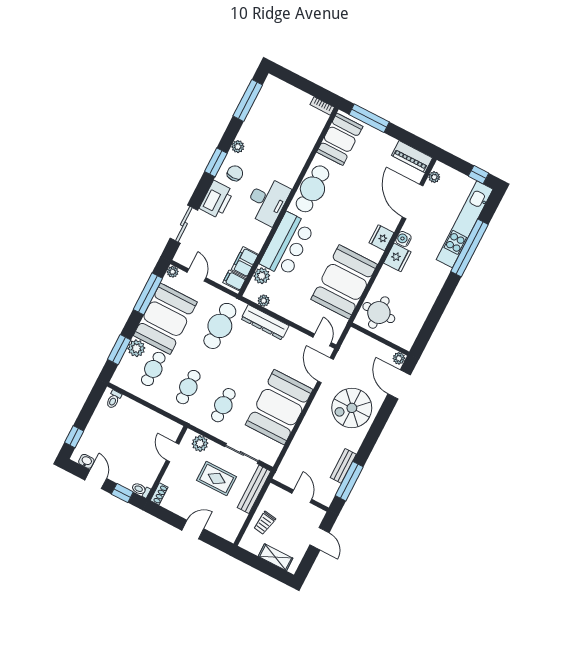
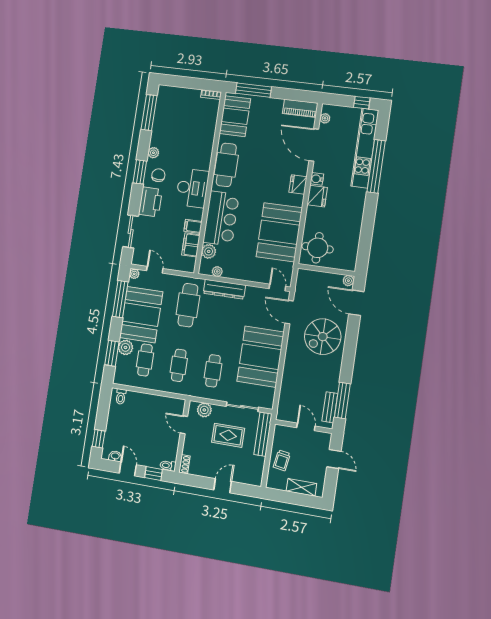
filing cabinet: (234, 281) -> (193, 226), moved
bench: (343, 466) -> (330, 407), moved

